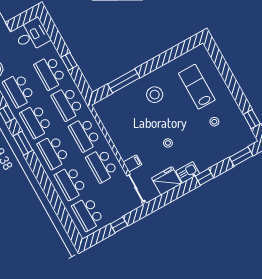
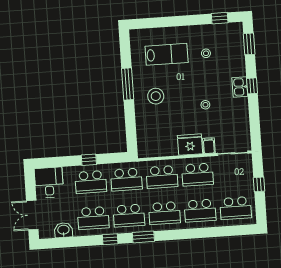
window: (124, 81) -> (128, 84), moved
lab bench: (197, 87) -> (167, 54), turned 180
kitchen sink: (188, 172) -> (240, 87), moved
fridge: (167, 181) -> (190, 145), moved, turned 90

